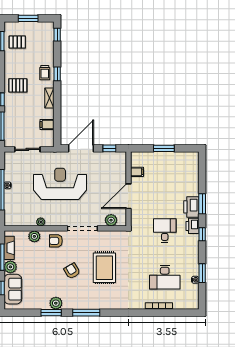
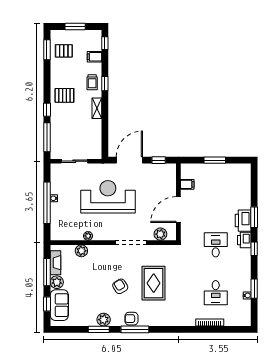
filing cabinet: (47, 125) -> (94, 57), moved
armchair: (56, 241) -> (131, 319), moved
desk: (165, 277) -> (216, 293), width x0.73

